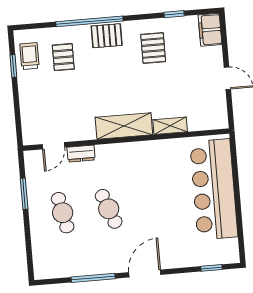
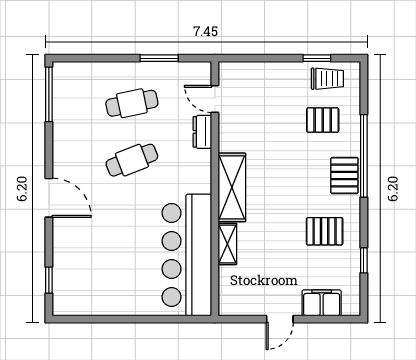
filing cabinet: (210, 30) -> (322, 303), moved
bar counter: (214, 189) -> (187, 255), moved, turned -90
window: (93, 278) -> (49, 94), moved

